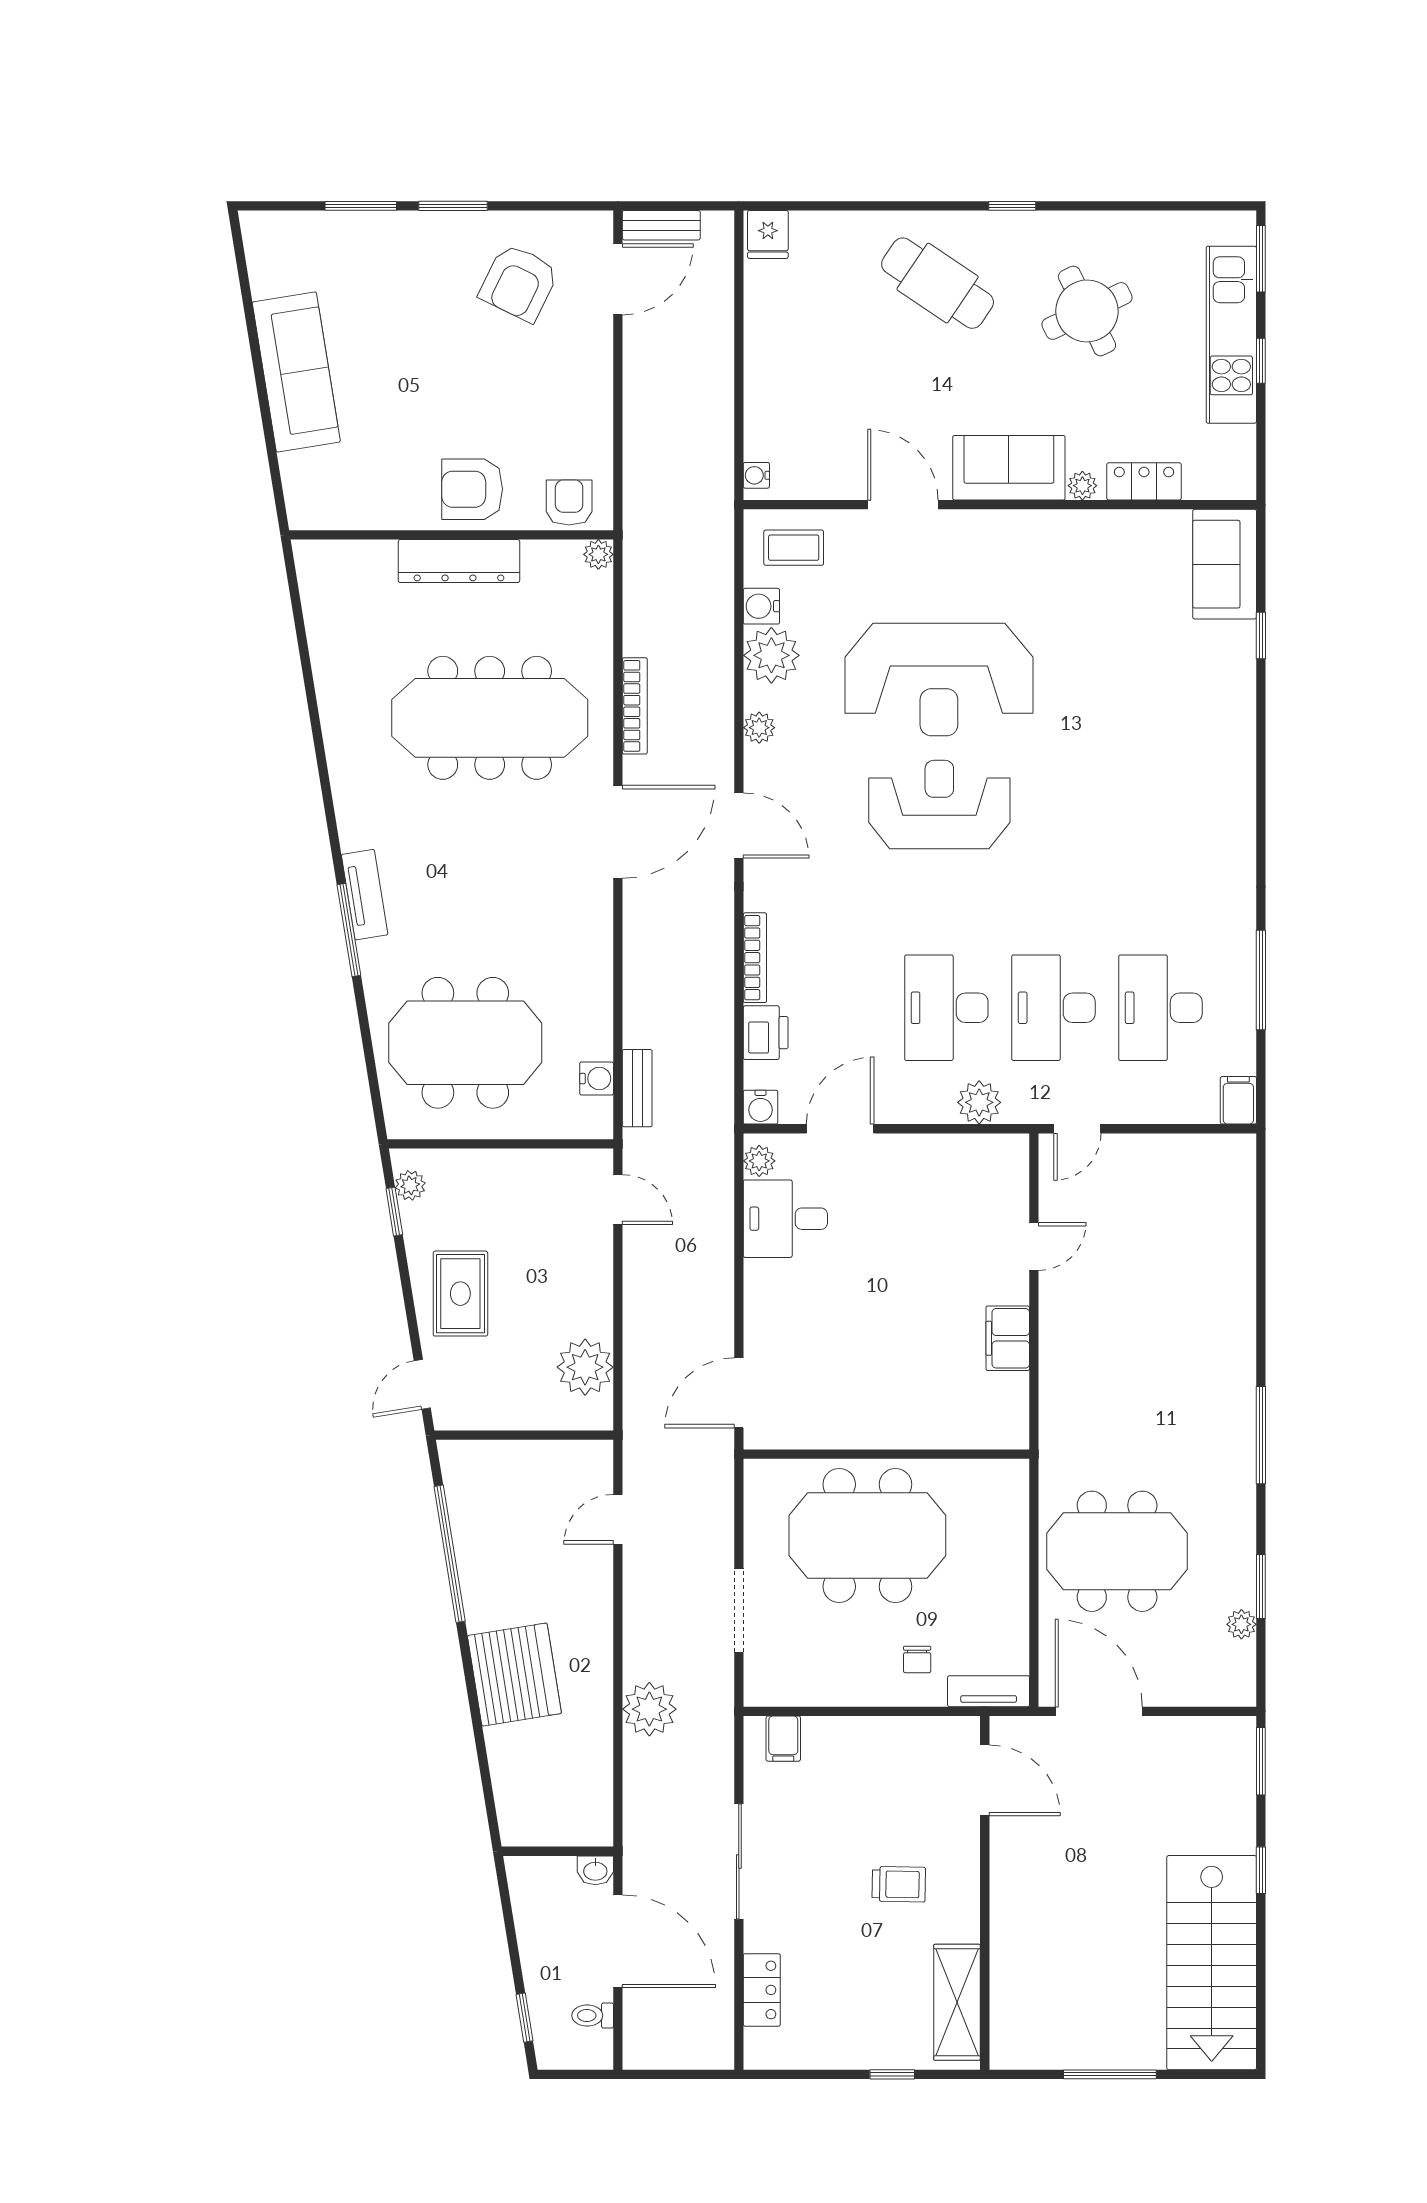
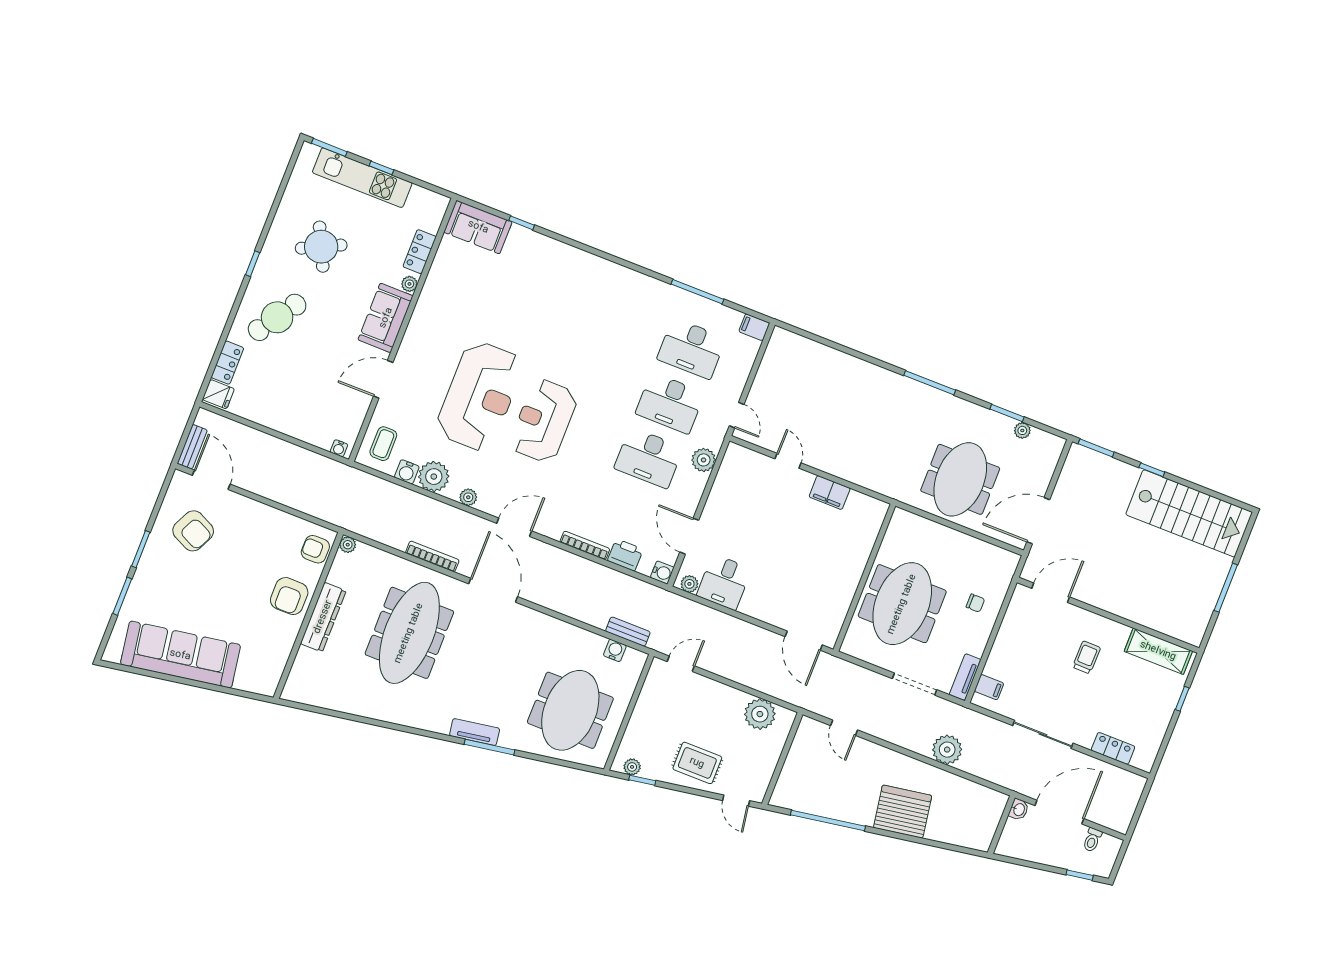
locker: (828, 229) -> (227, 363), added
sofa: (296, 372) -> (180, 655), width x1.36, depth x1.27
tv unit: (989, 1691) -> (965, 677), moved

